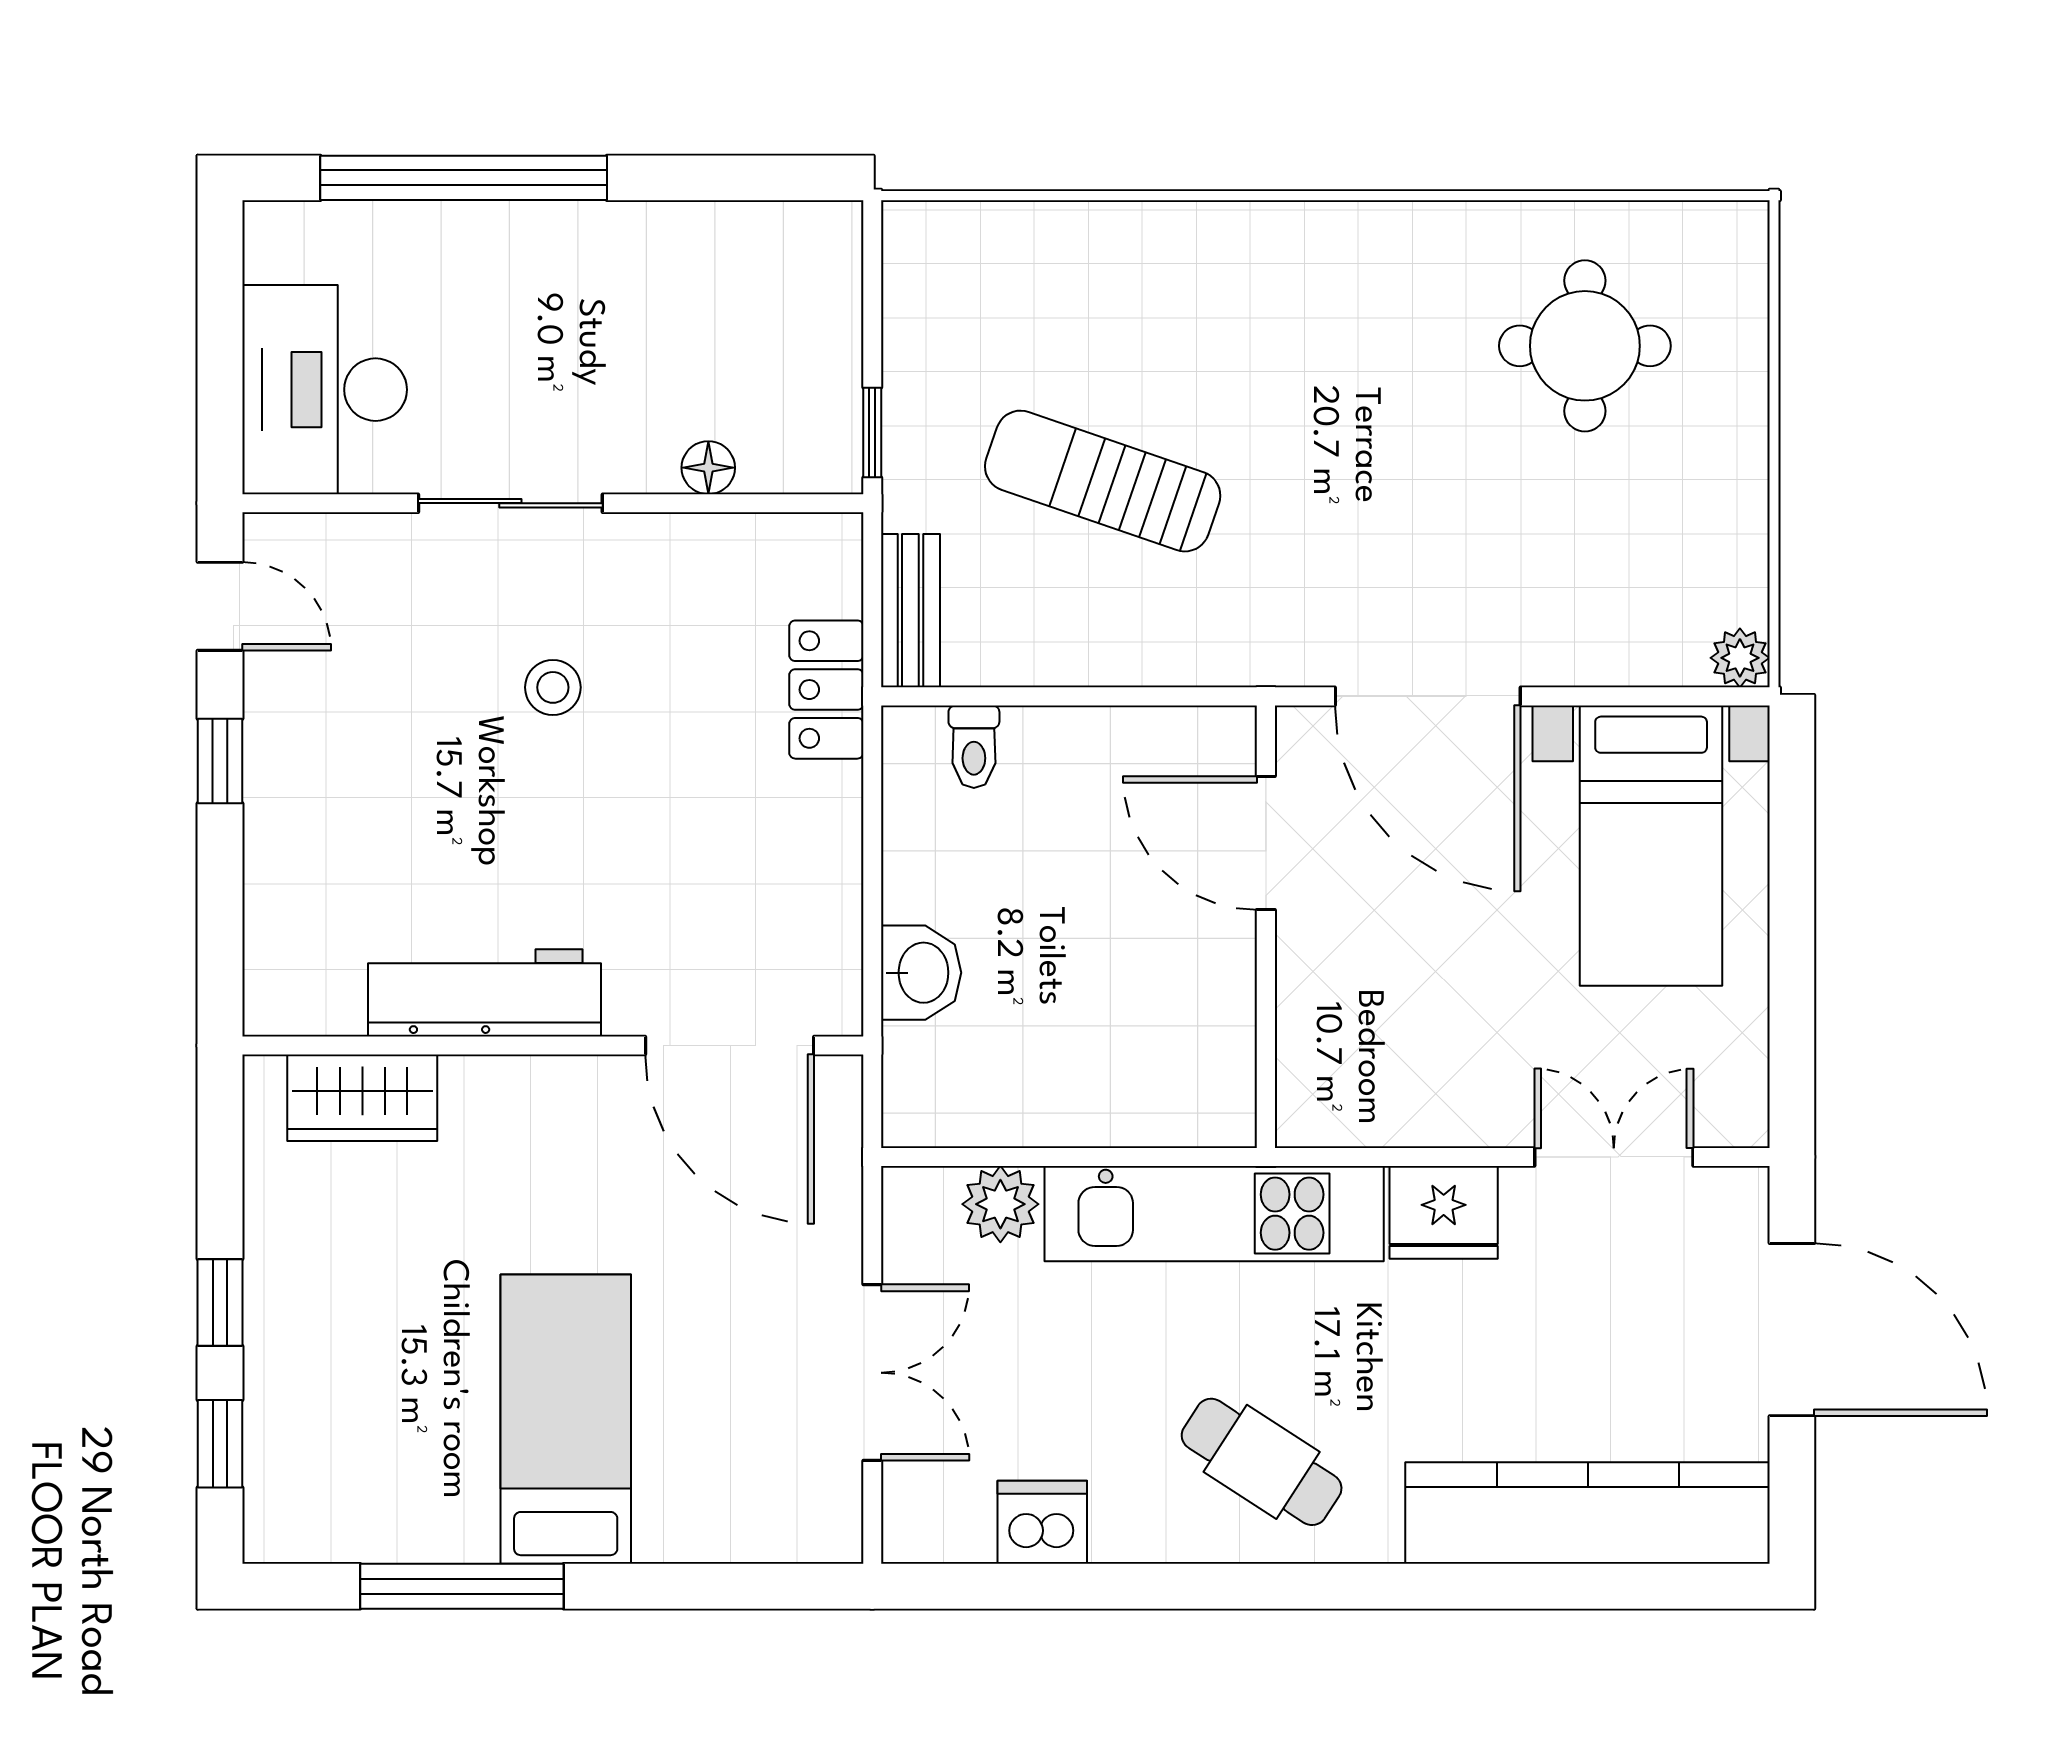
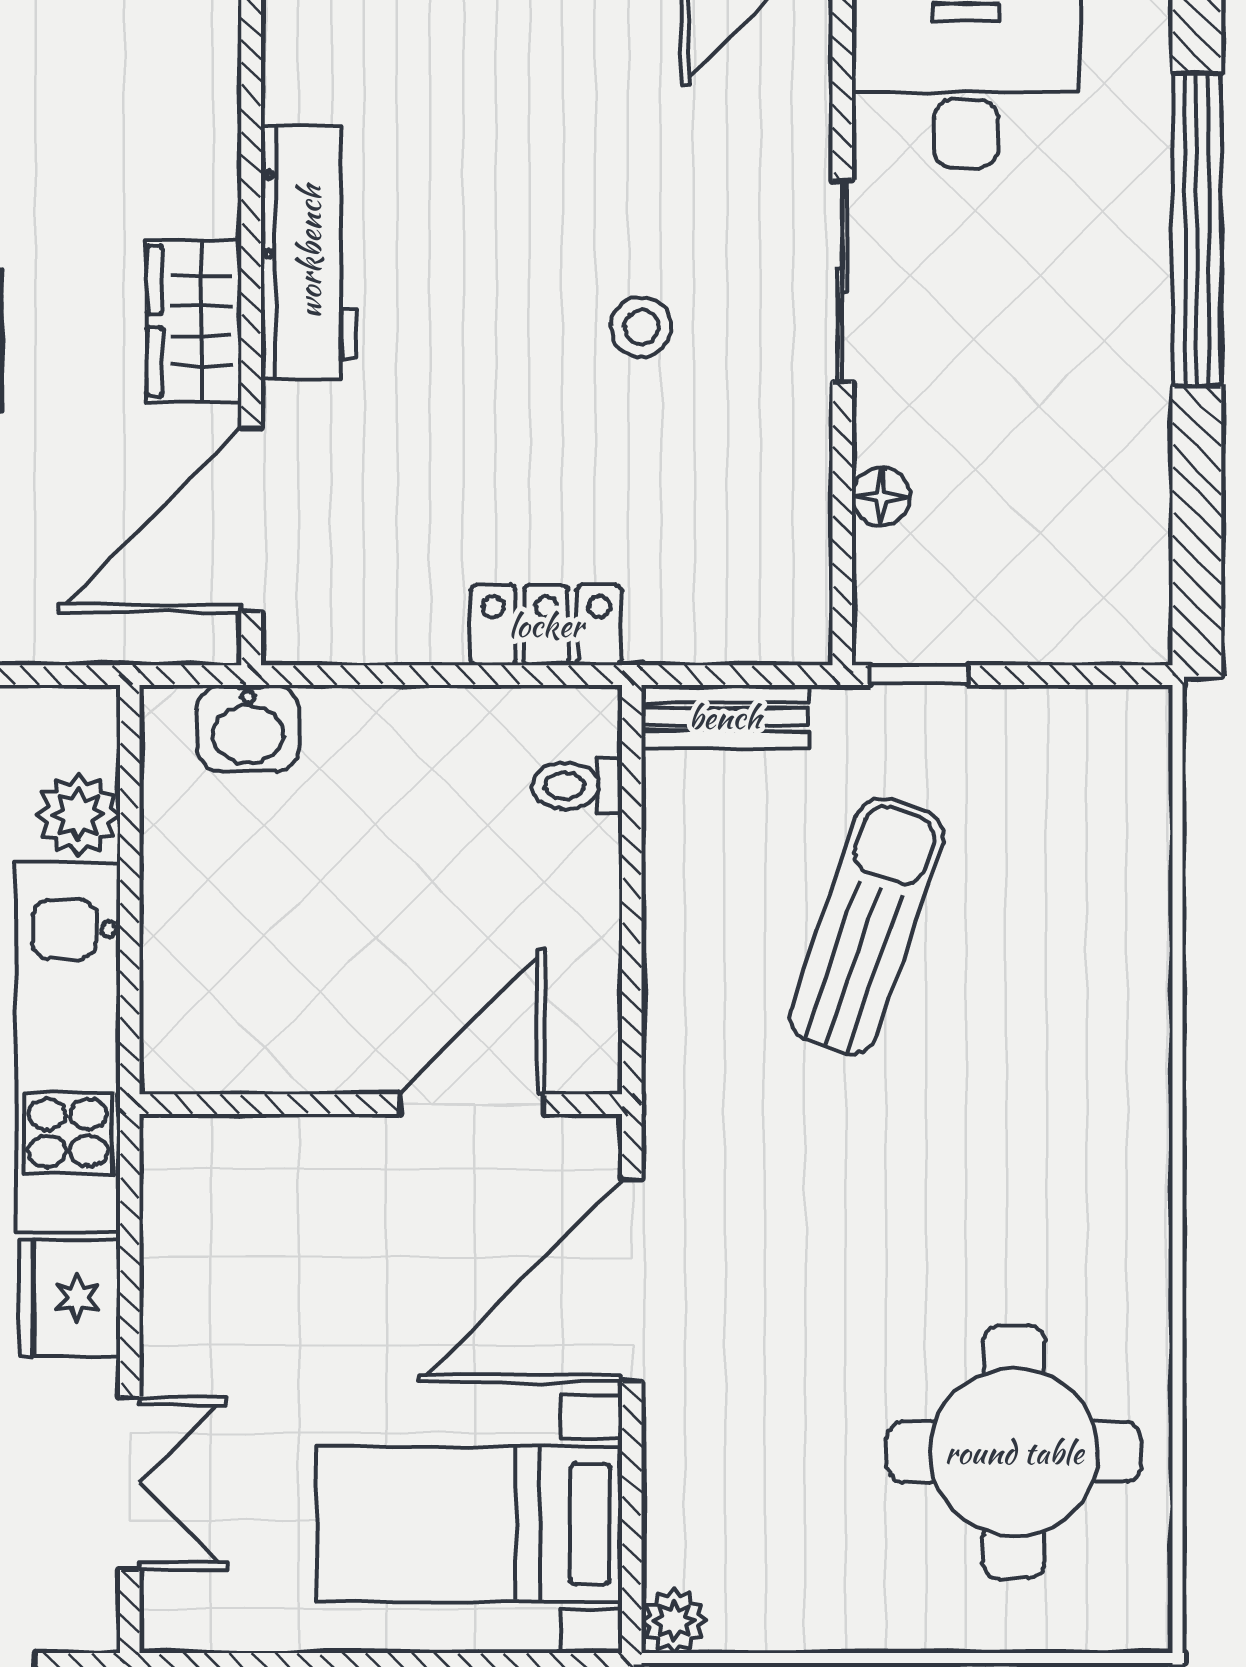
round table: (1585, 346) -> (1014, 1452), width x1.36, depth x1.36
locker: (826, 690) -> (546, 625), moved
washbasin: (921, 973) -> (248, 728), moved
wardrobe: (362, 1098) -> (194, 321), moved

